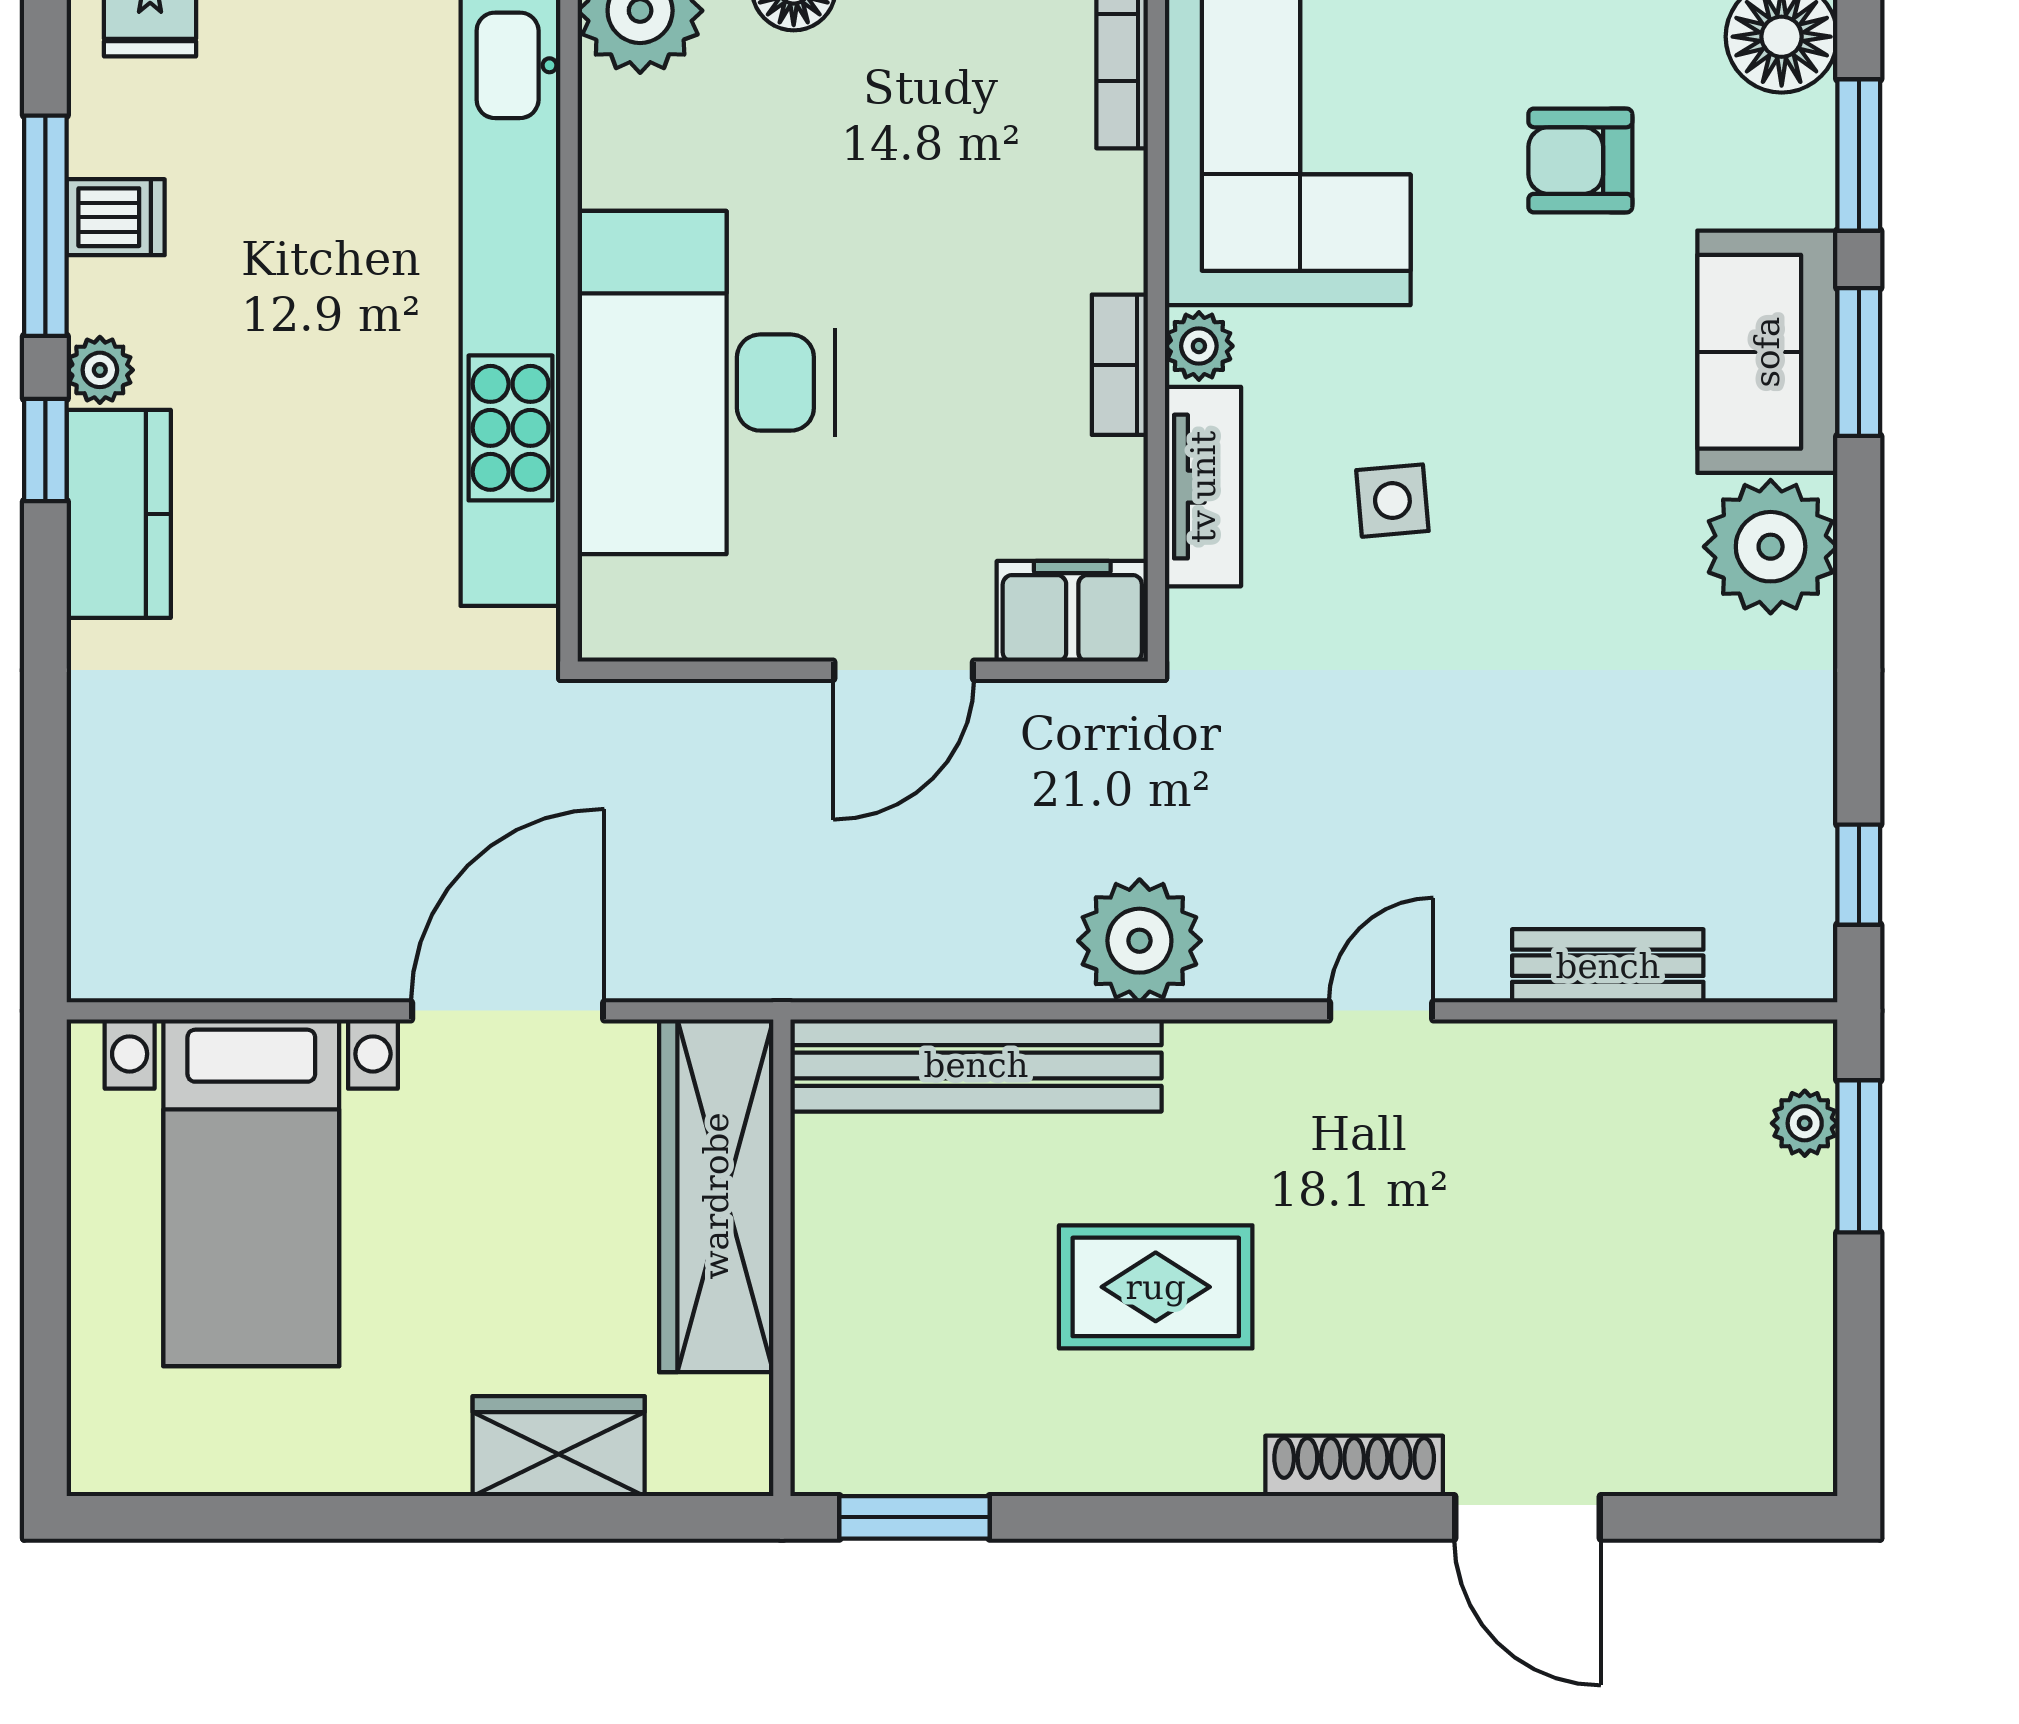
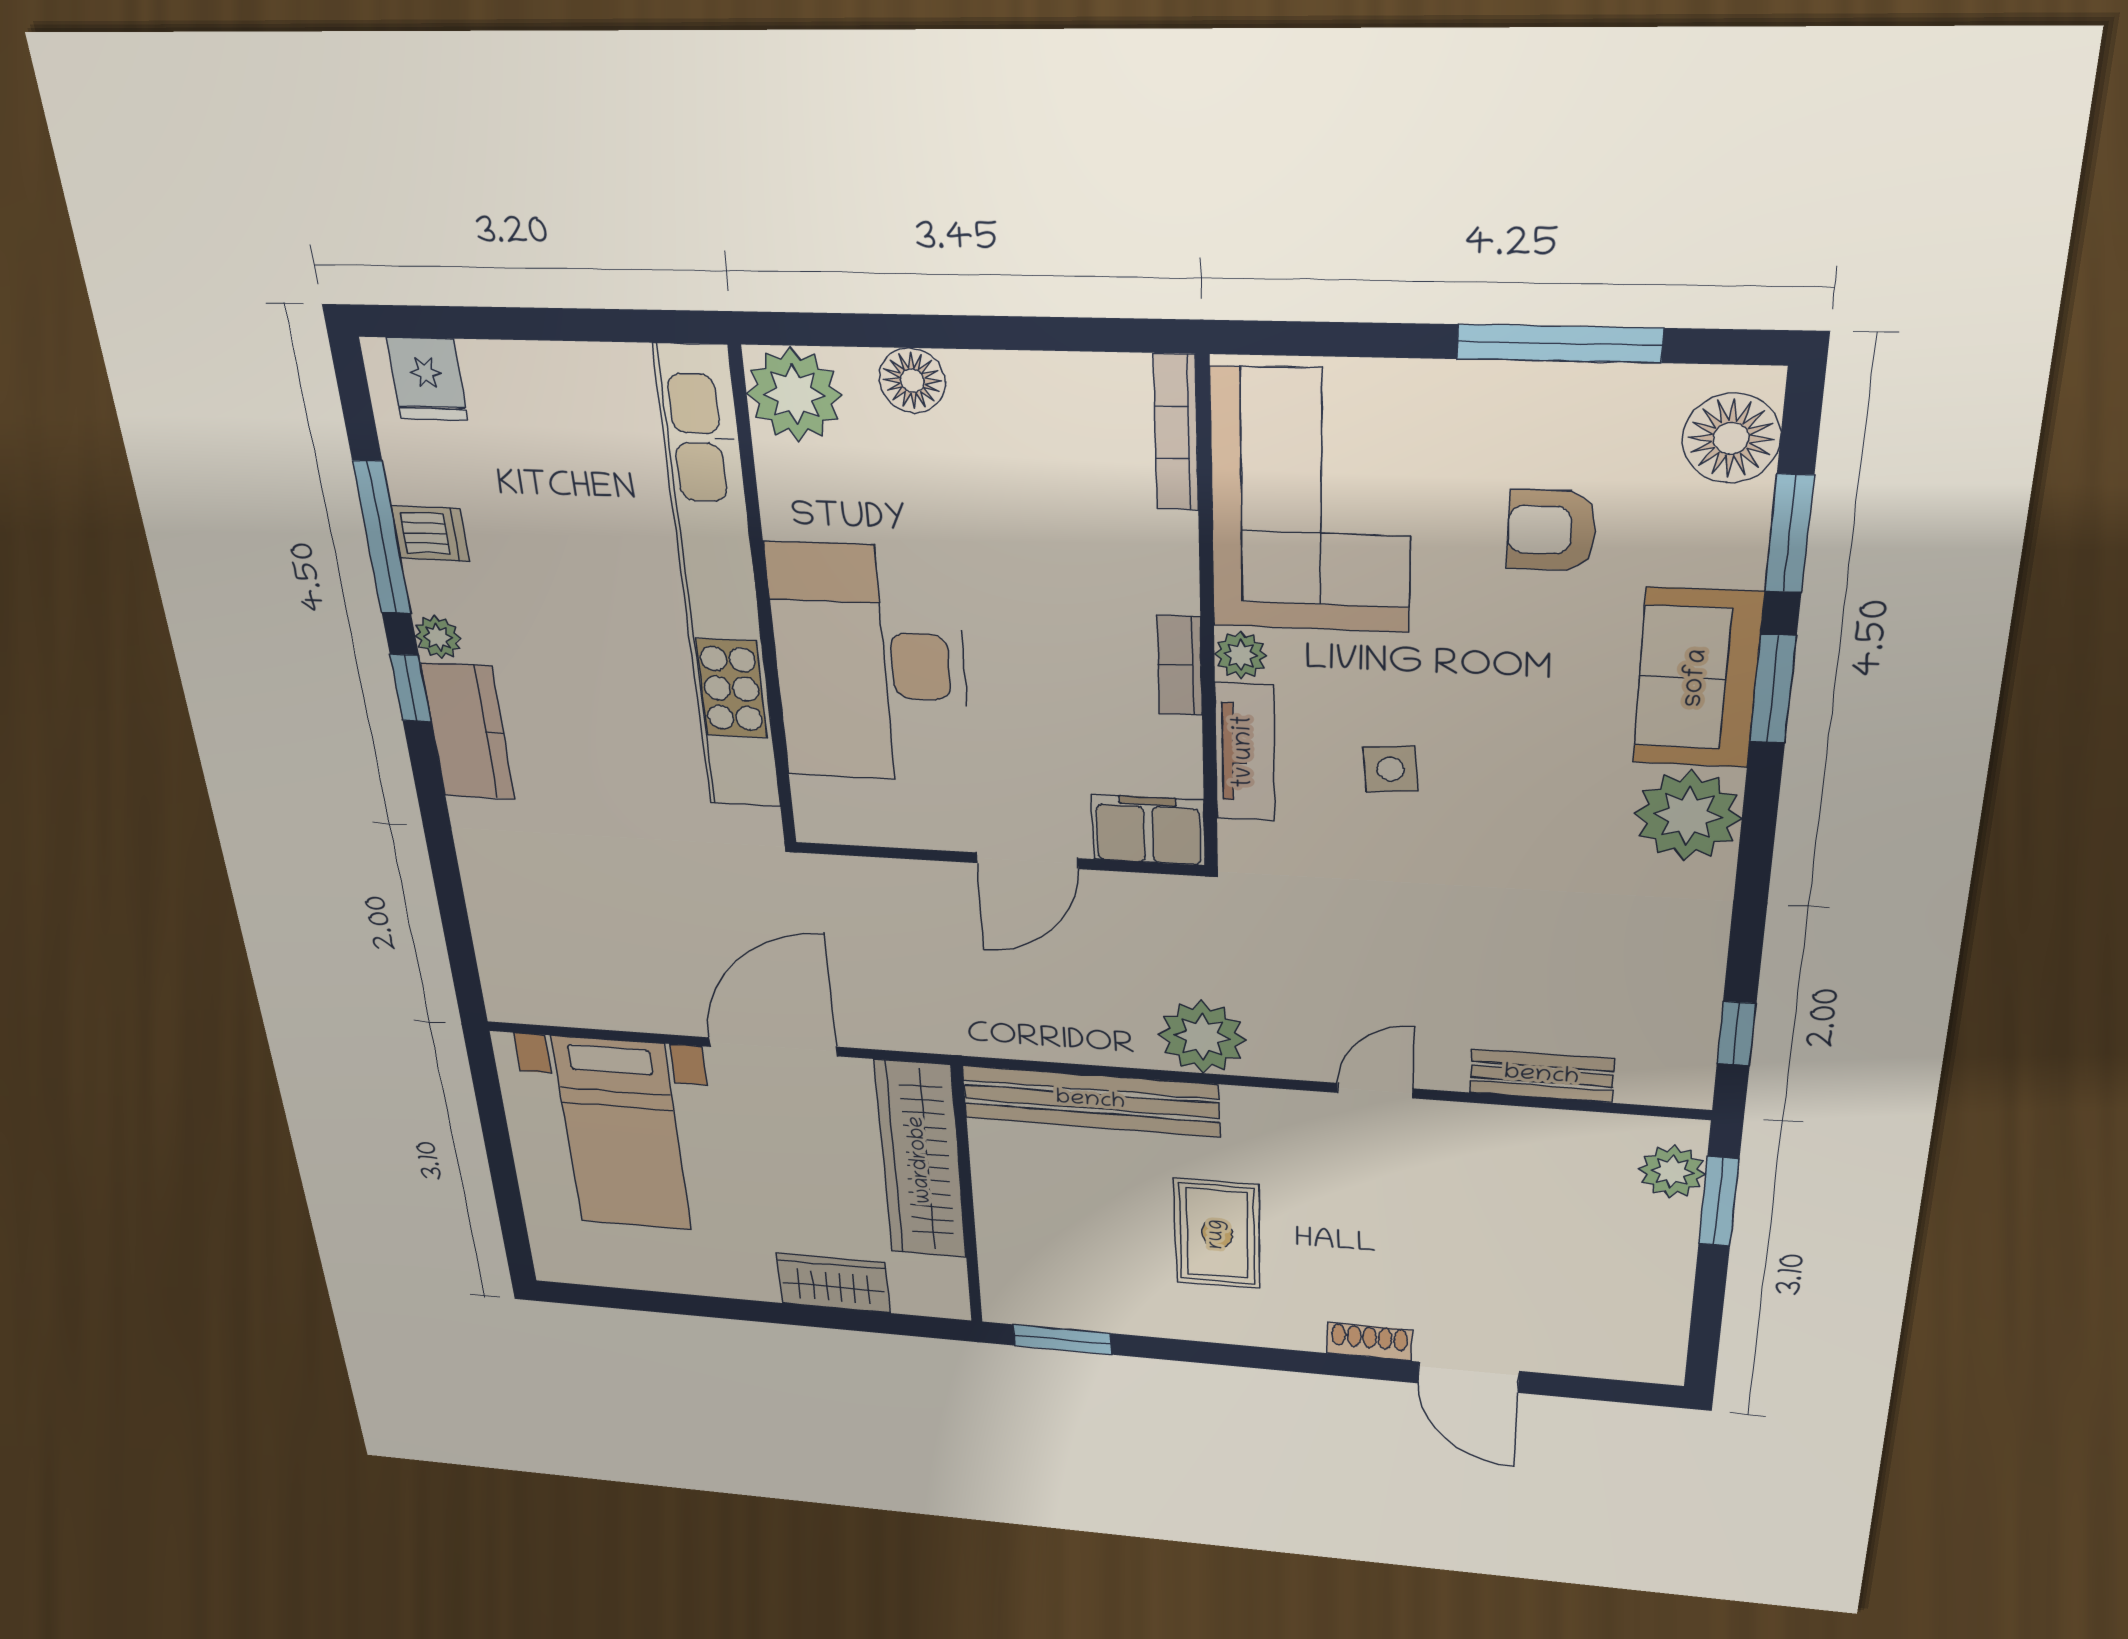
plant: (1805, 1123) -> (1672, 1172), width x1.38, depth x1.38
rug: (1156, 1287) -> (1217, 1234), turned 90
shoe rack: (1354, 1466) -> (1370, 1341), width x0.70

